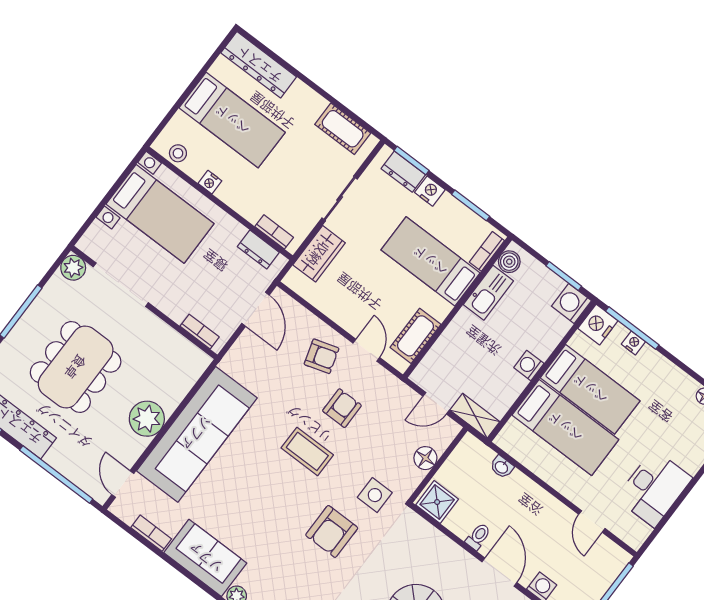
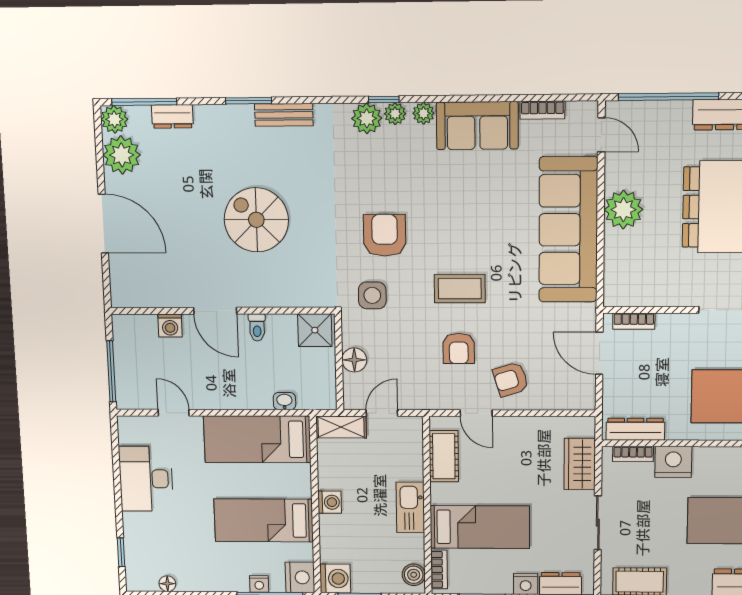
nightstand: (210, 182) -> (673, 462), moved, width x1.89, depth x1.79
dresser: (258, 250) -> (635, 429), width x1.44
kitchen sink: (488, 293) -> (410, 507), moved
door: (256, 309) -> (599, 353), moved
bed: (565, 427) -> (257, 439), moved

